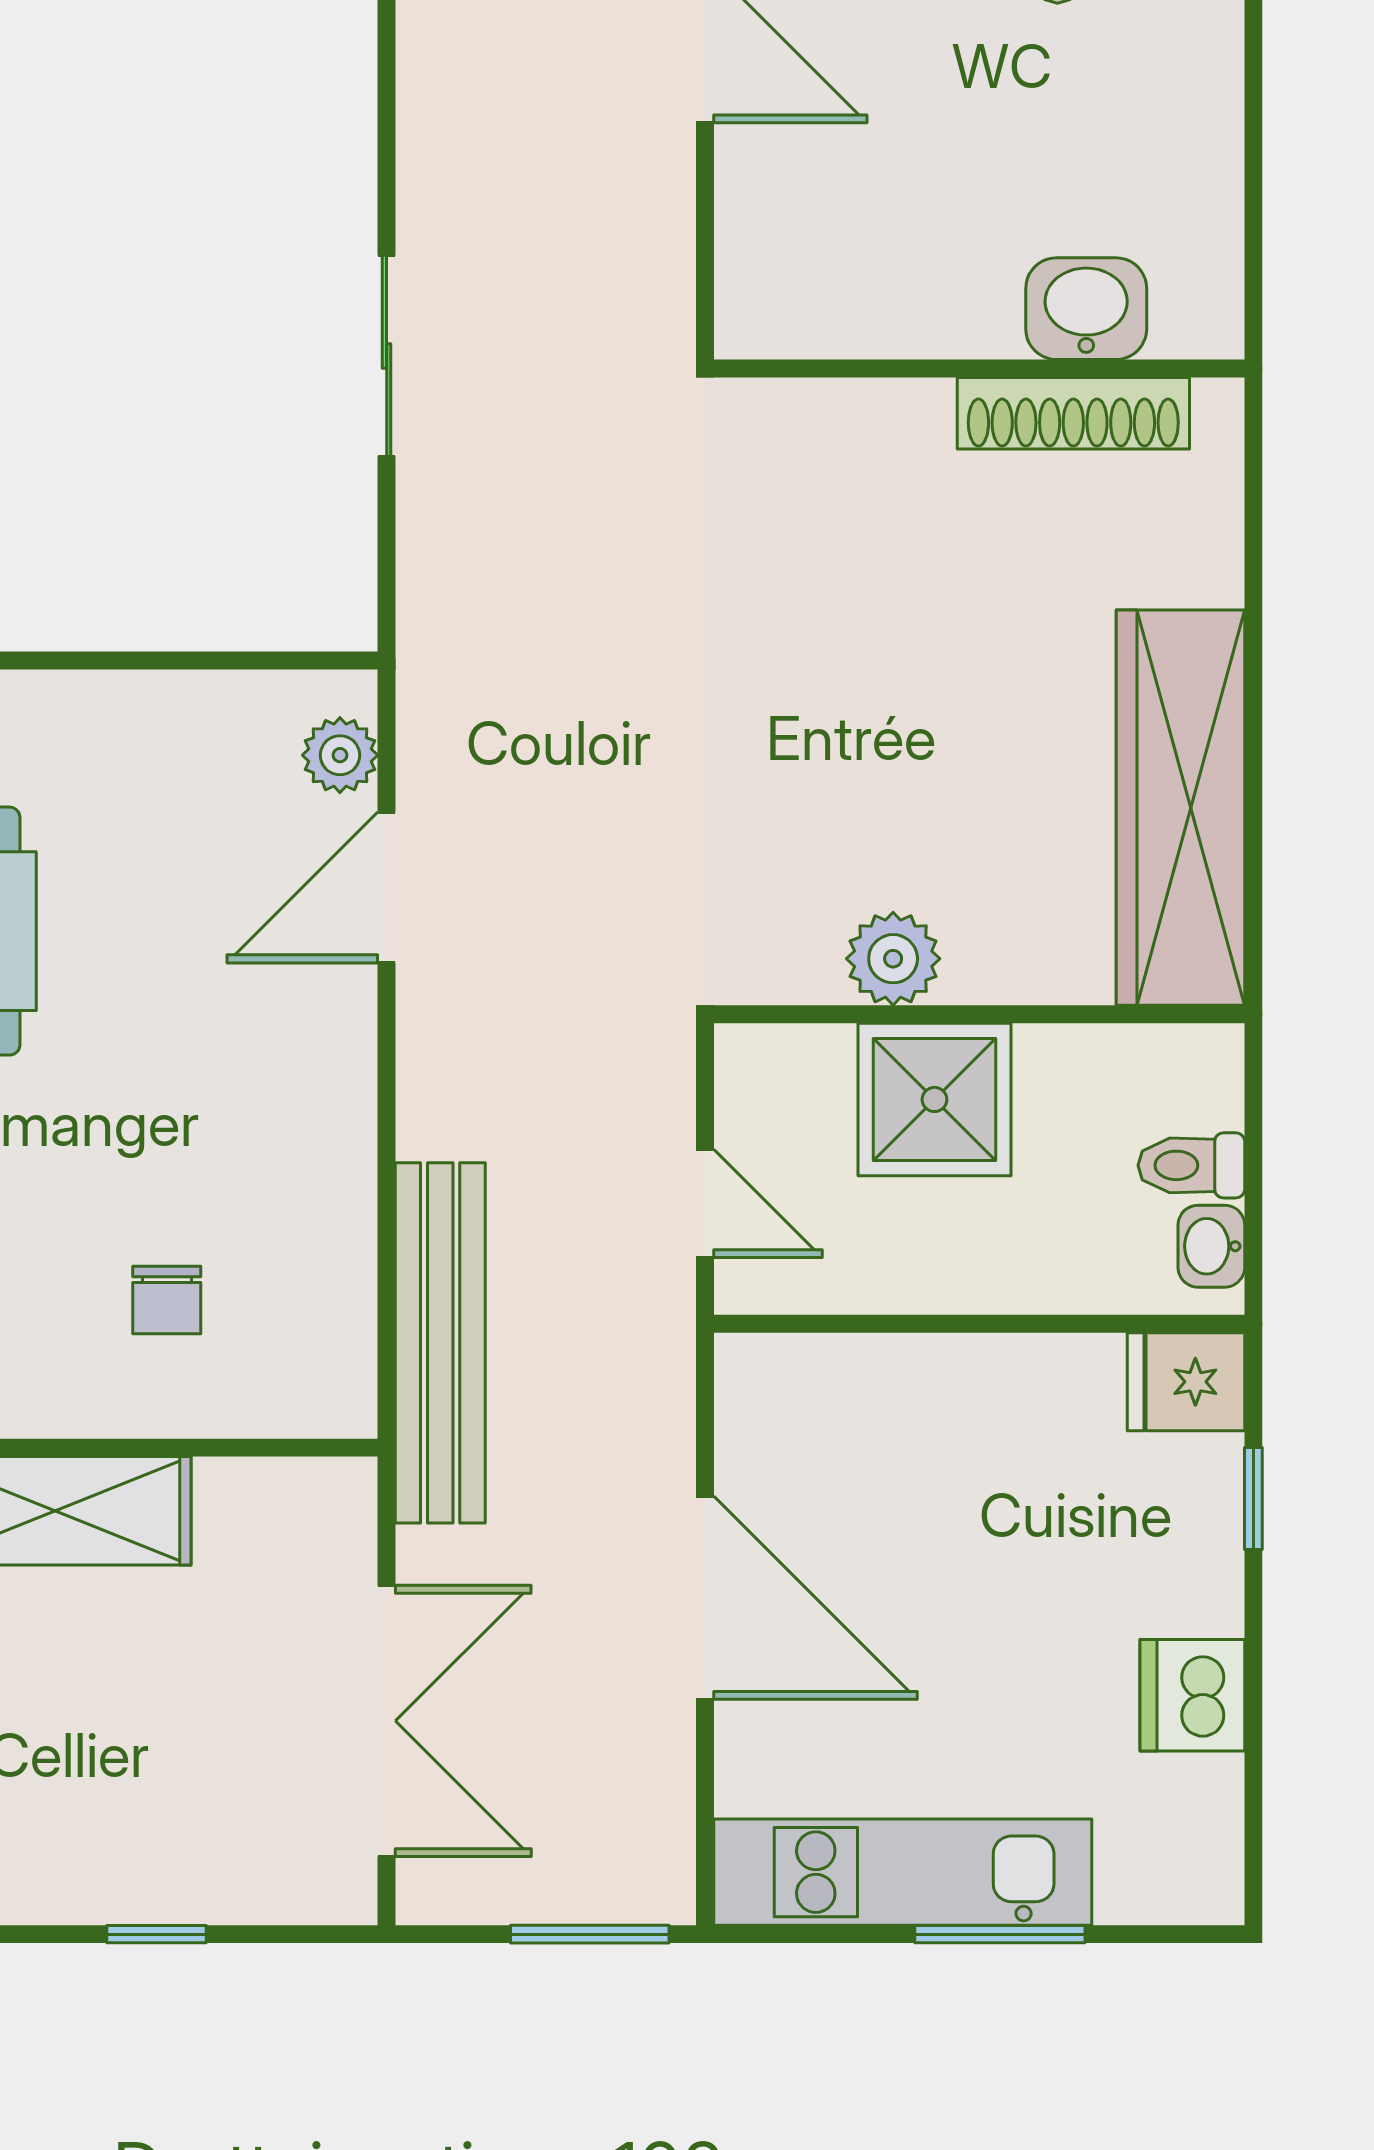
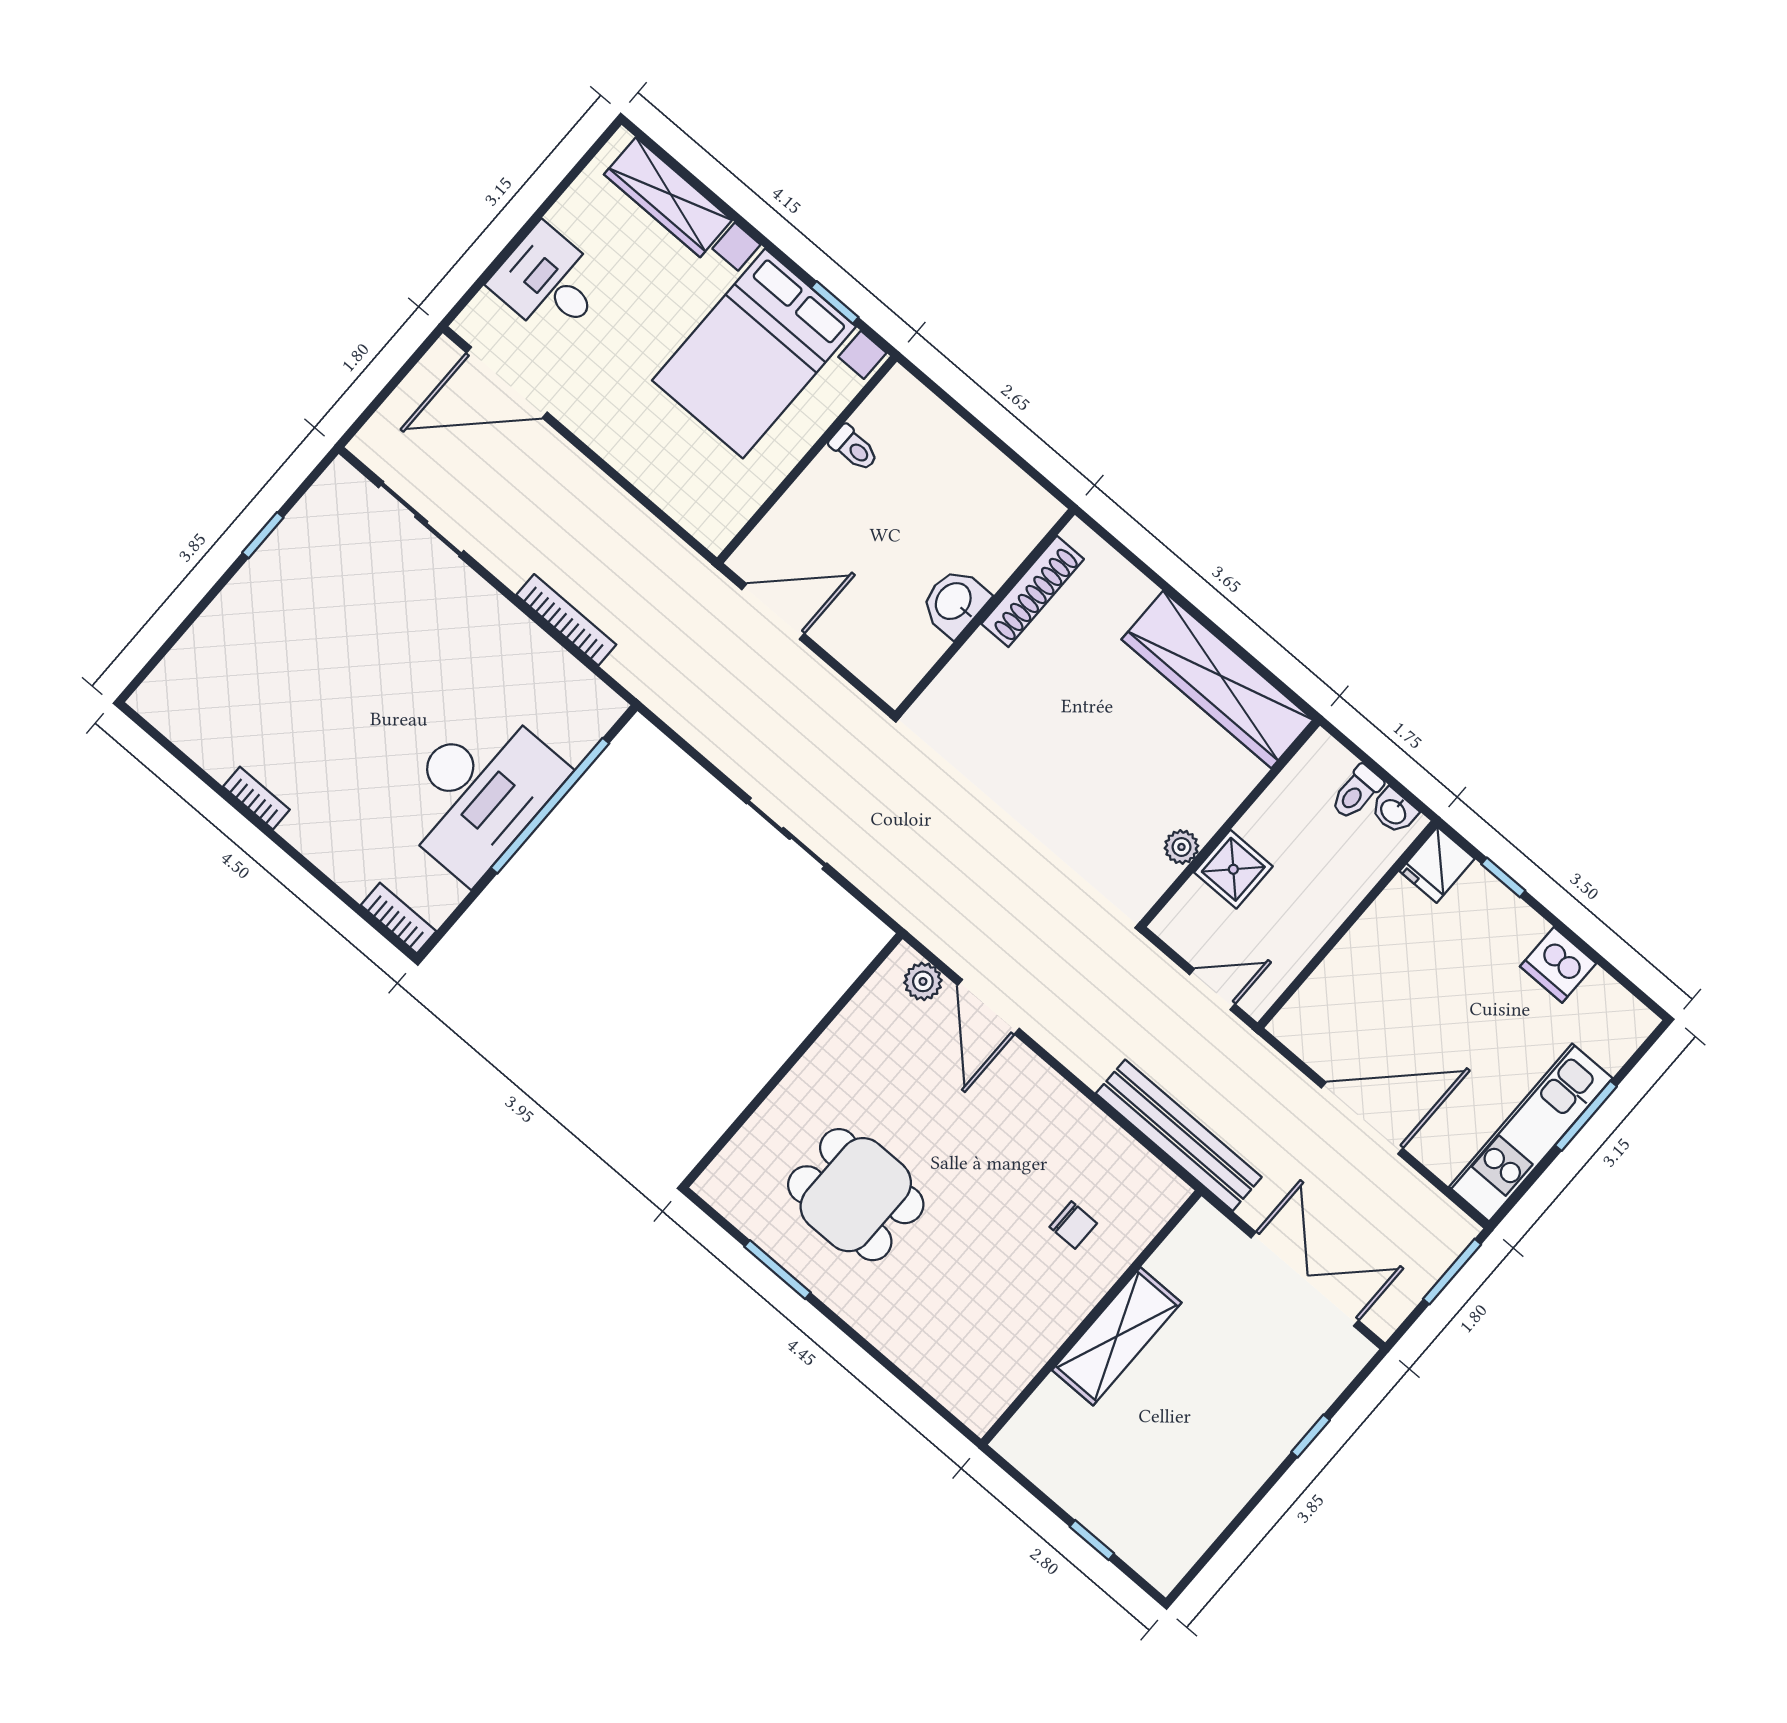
washbasin: (1086, 309) -> (954, 602), moved
plant: (893, 959) -> (1181, 847), width x0.73, depth x0.73
shower: (934, 1099) -> (1233, 869), width x0.73, depth x0.73

